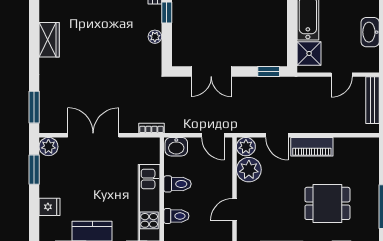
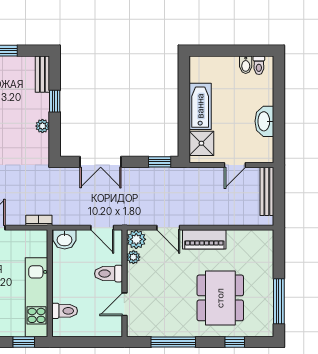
plant: (249, 170) -> (133, 257), width x0.53, depth x0.53
toilet: (178, 184) -> (108, 274), moved, turned 180
dining table: (327, 203) -> (220, 298), width x1.38

